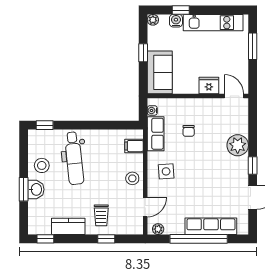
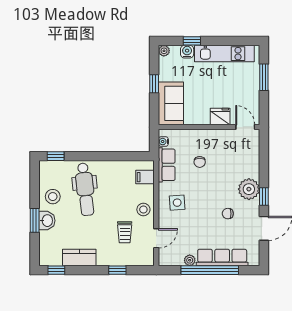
plant: (238, 145) -> (249, 189), moved
chair: (217, 182) -> (228, 214), added
trolley: (101, 215) -> (125, 232), moved
plant: (158, 229) -> (190, 260), moved

